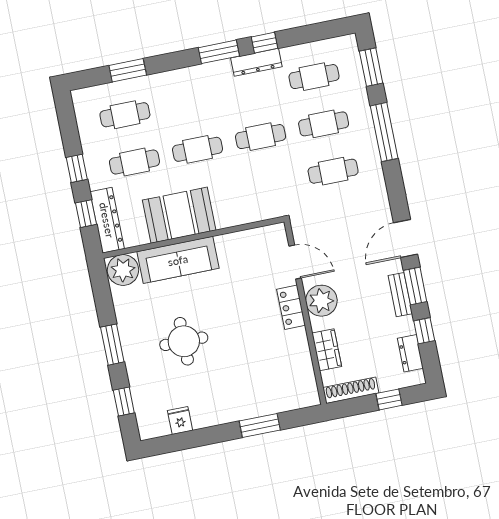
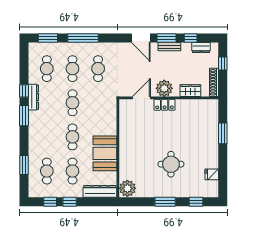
window: (86, 214) -> (50, 202), moved
sofa: (178, 260) -> (128, 159), removed

